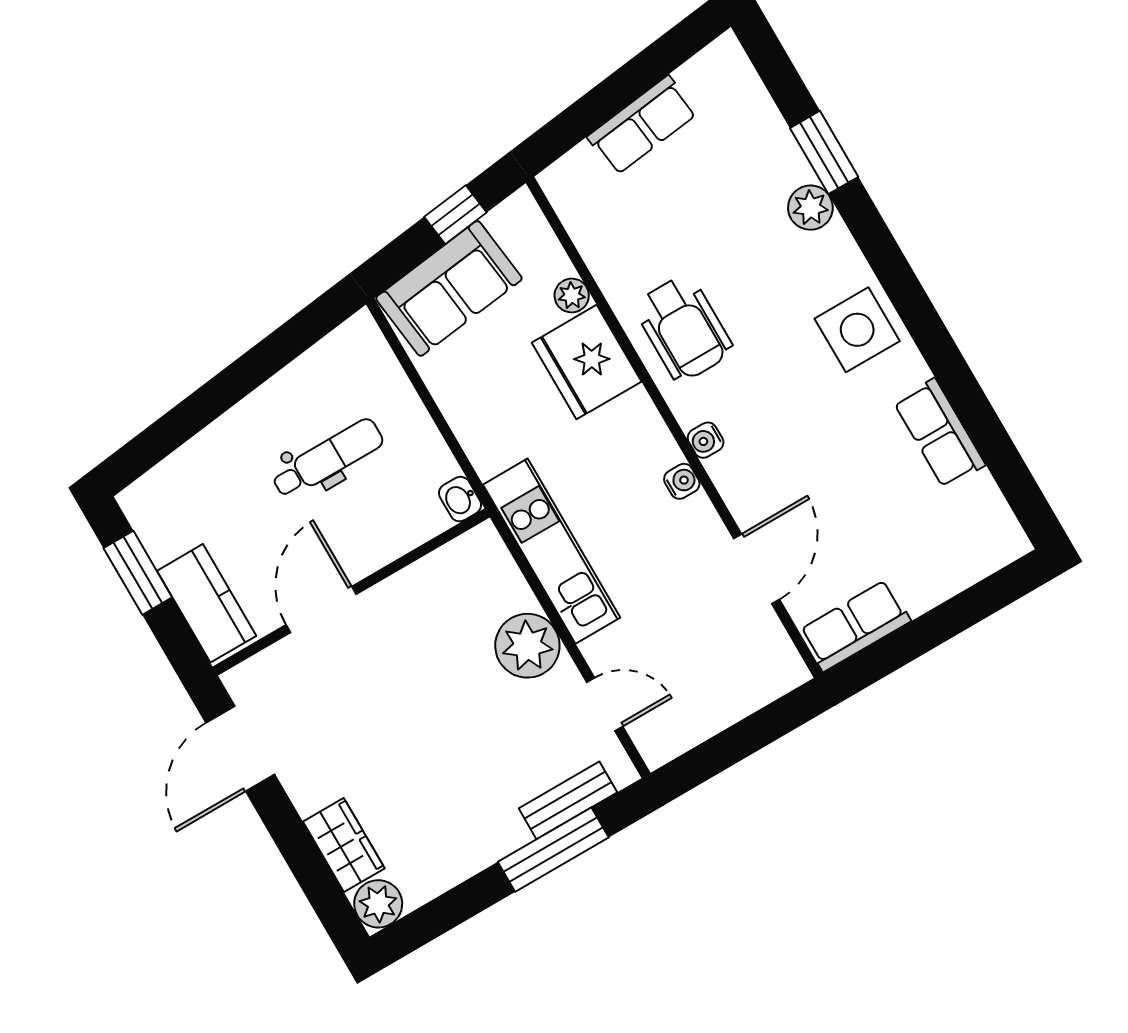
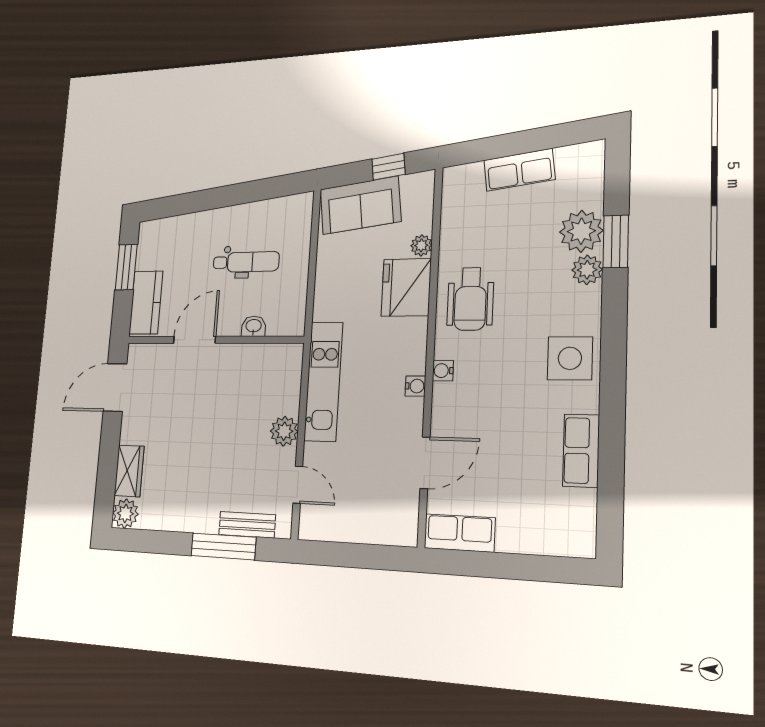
plant: (773, 163) -> (581, 231), added
washbasin: (460, 499) -> (254, 326), moved, turned 90
plant: (527, 646) -> (284, 431), width x0.73, depth x0.73

